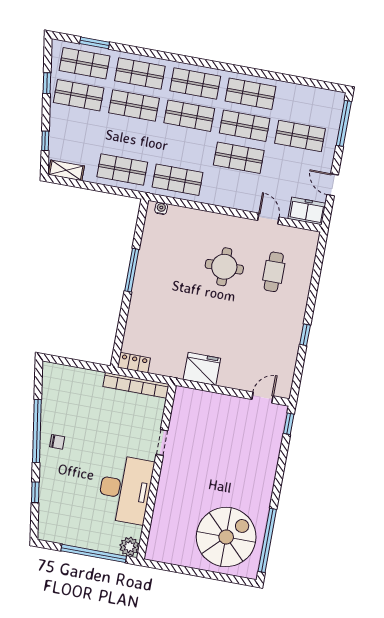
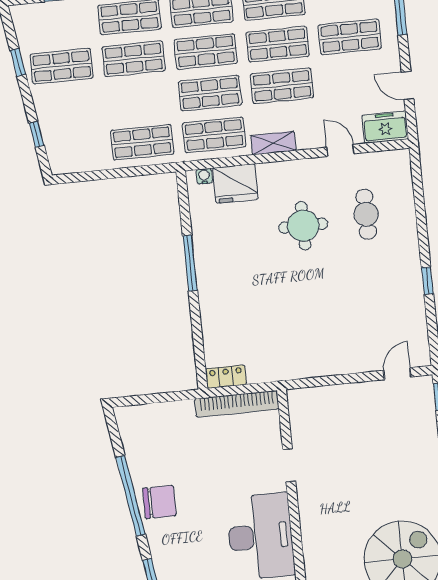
shop shelf: (85, 63) -> (210, 93), moved
shelving: (66, 170) -> (273, 143), moved
fridge: (202, 369) -> (235, 184), moved, turned 180
chair: (57, 442) -> (159, 502), width x1.87, depth x1.87

